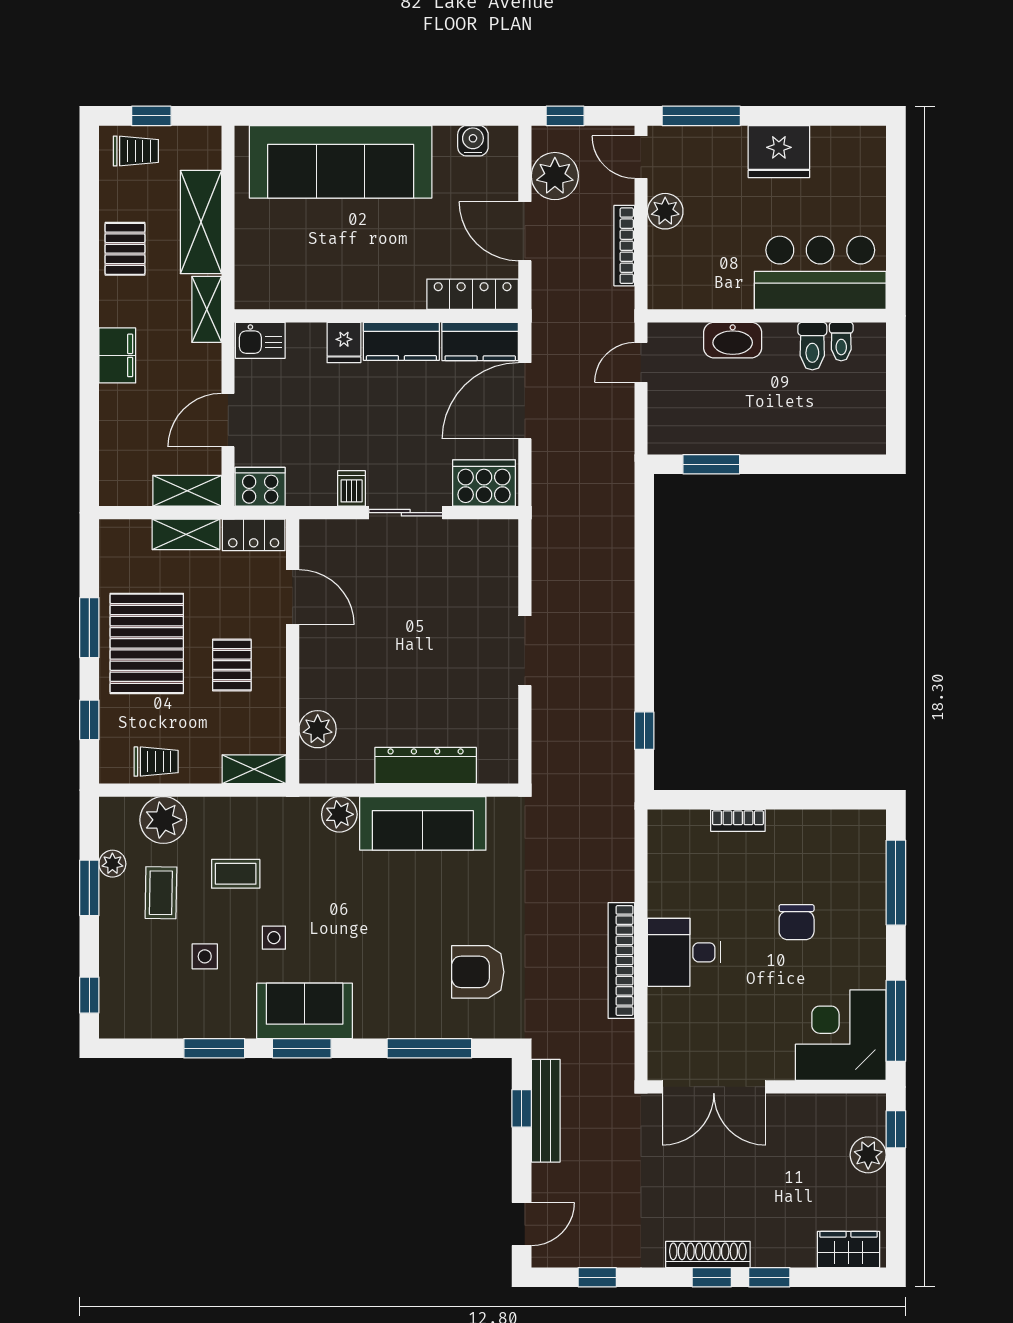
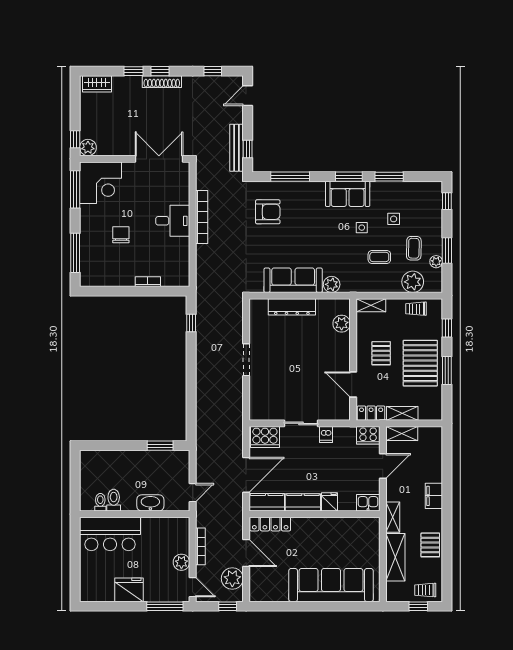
water cooler: (473, 141) -> (270, 595), removed
plant: (868, 1155) -> (88, 148), moved

